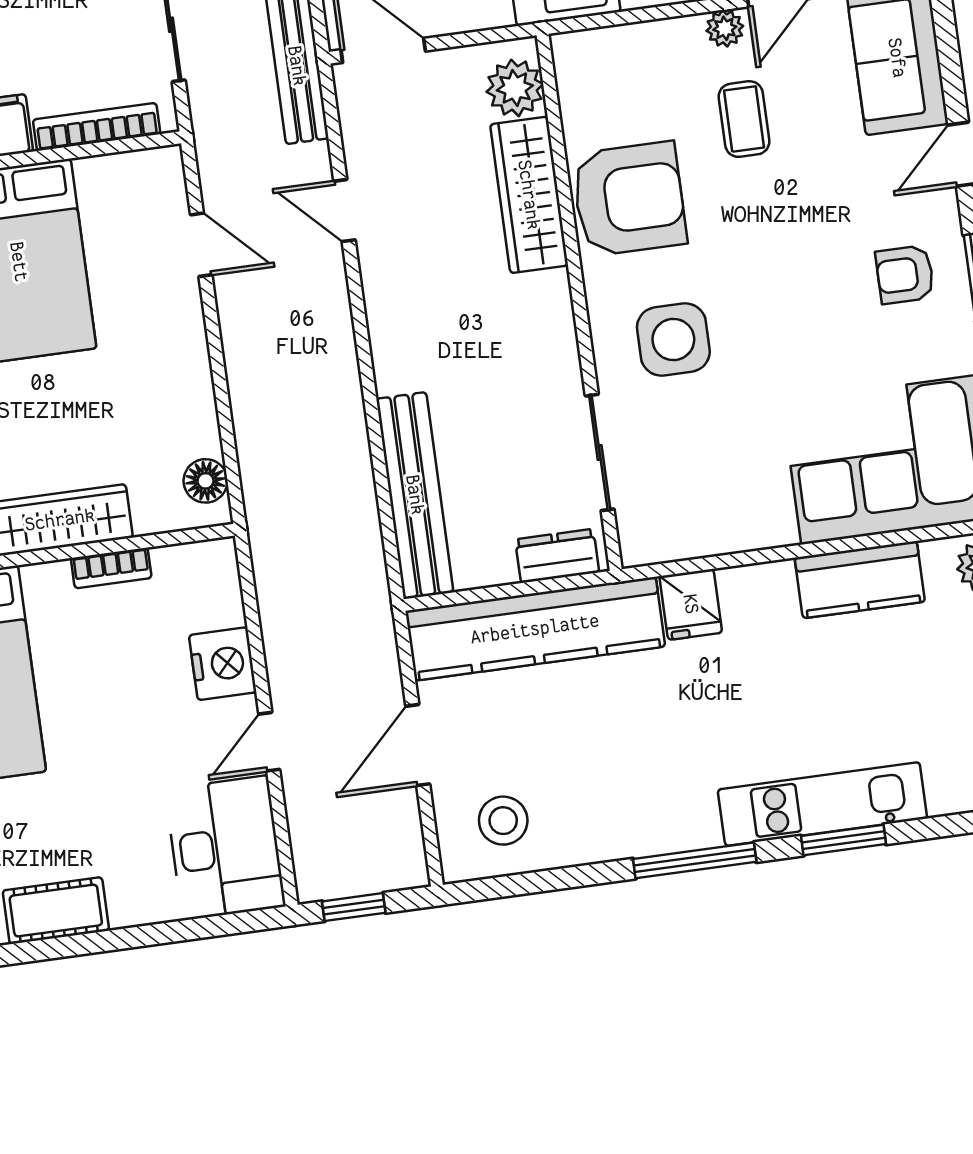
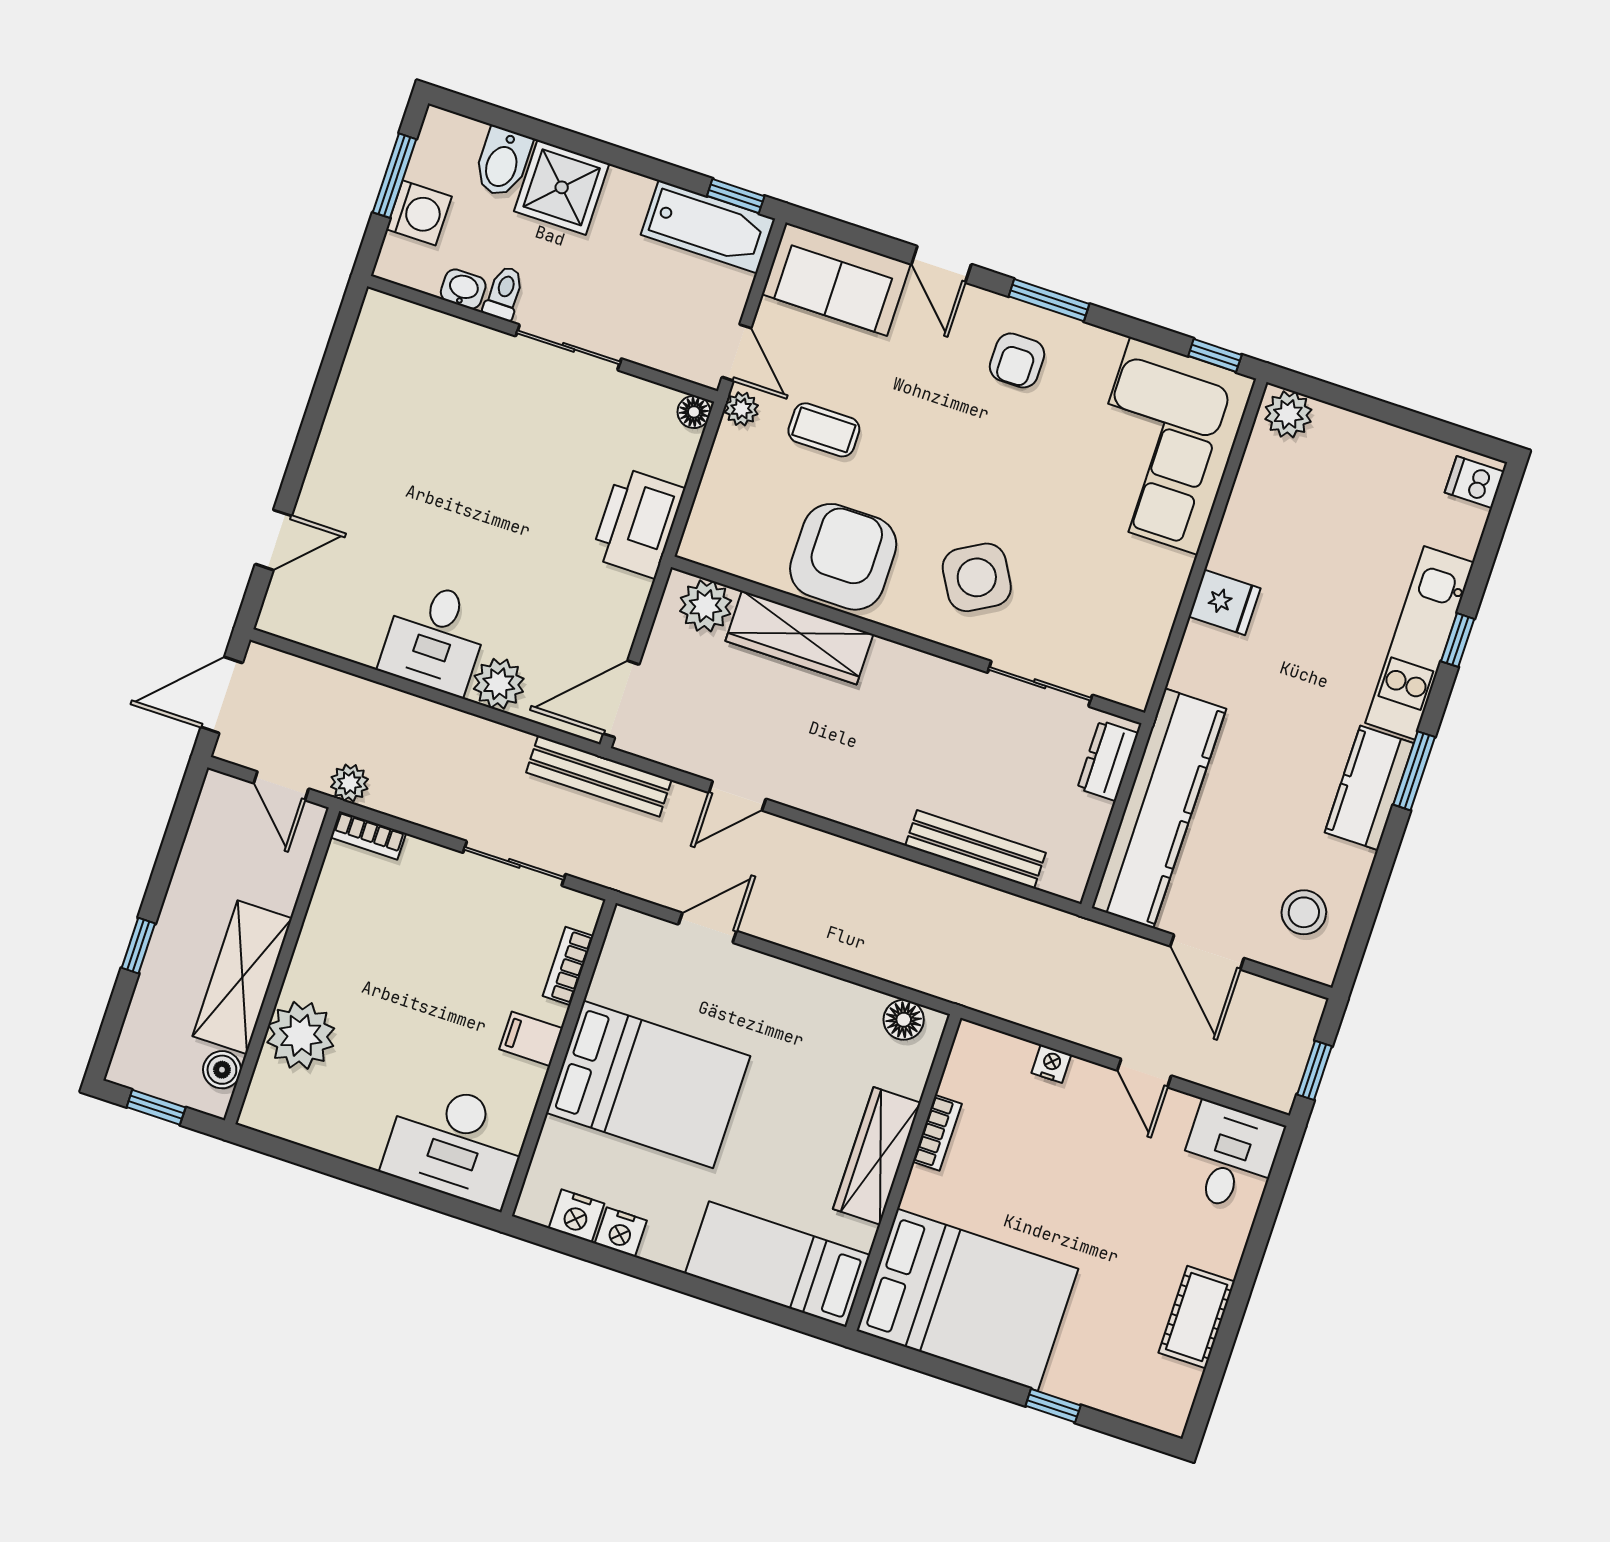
bookcase: (97, 127) -> (568, 966), width x0.64
side table: (673, 340) -> (977, 577), turned -30
bench: (415, 495) -> (975, 849), width x0.73, depth x0.82
kitchen counter: (860, 580) -> (1369, 788), moved, turned 180
fridge: (691, 604) -> (1225, 602), moved
nightstand: (223, 664) -> (1051, 1064), width x0.53, depth x0.56
window: (843, 840) -> (1458, 640), width x0.67
desk: (225, 848) -> (1229, 1157), width x0.73
window: (695, 860) -> (1414, 771), width x0.69

